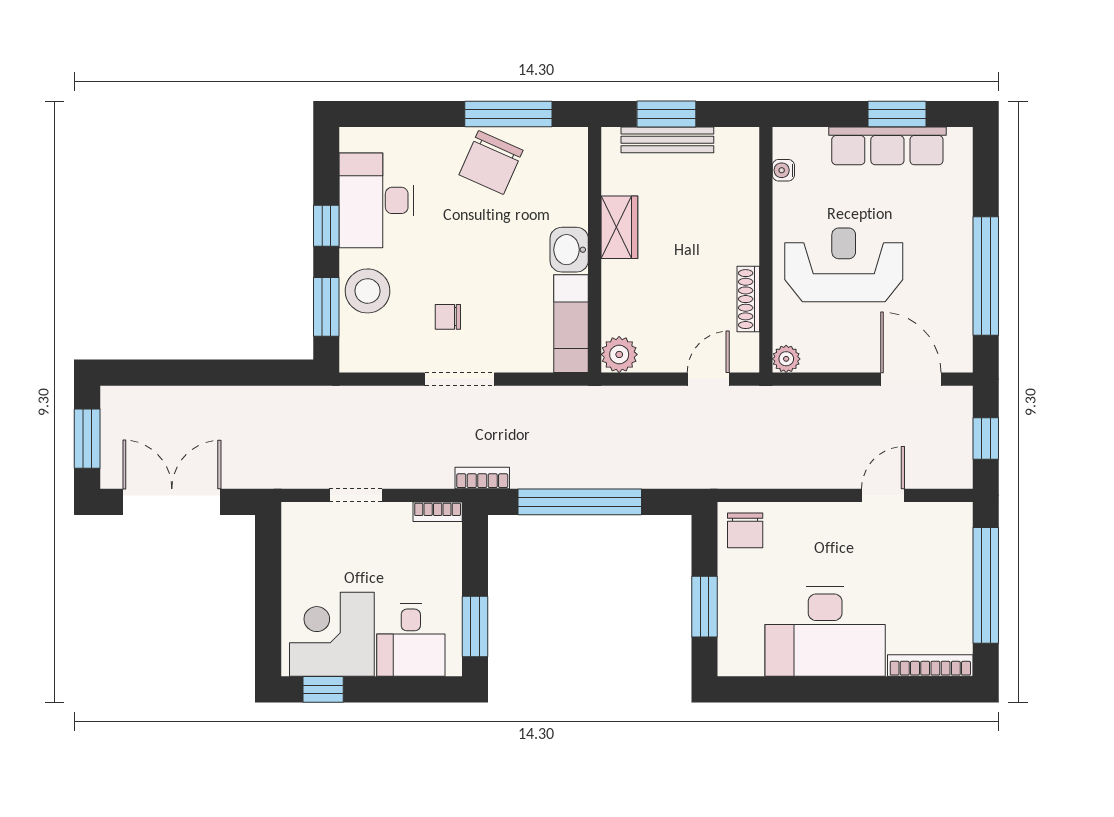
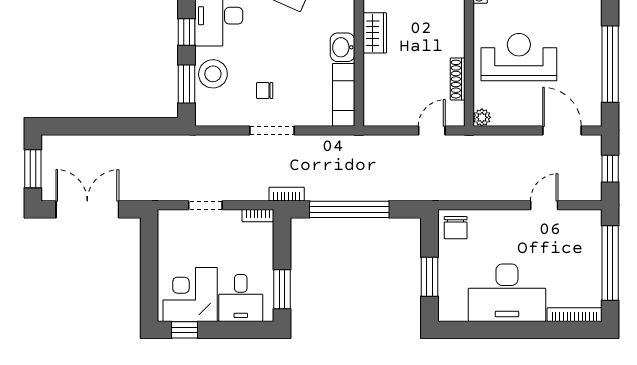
plant: (619, 354) -> (375, 115), removed

